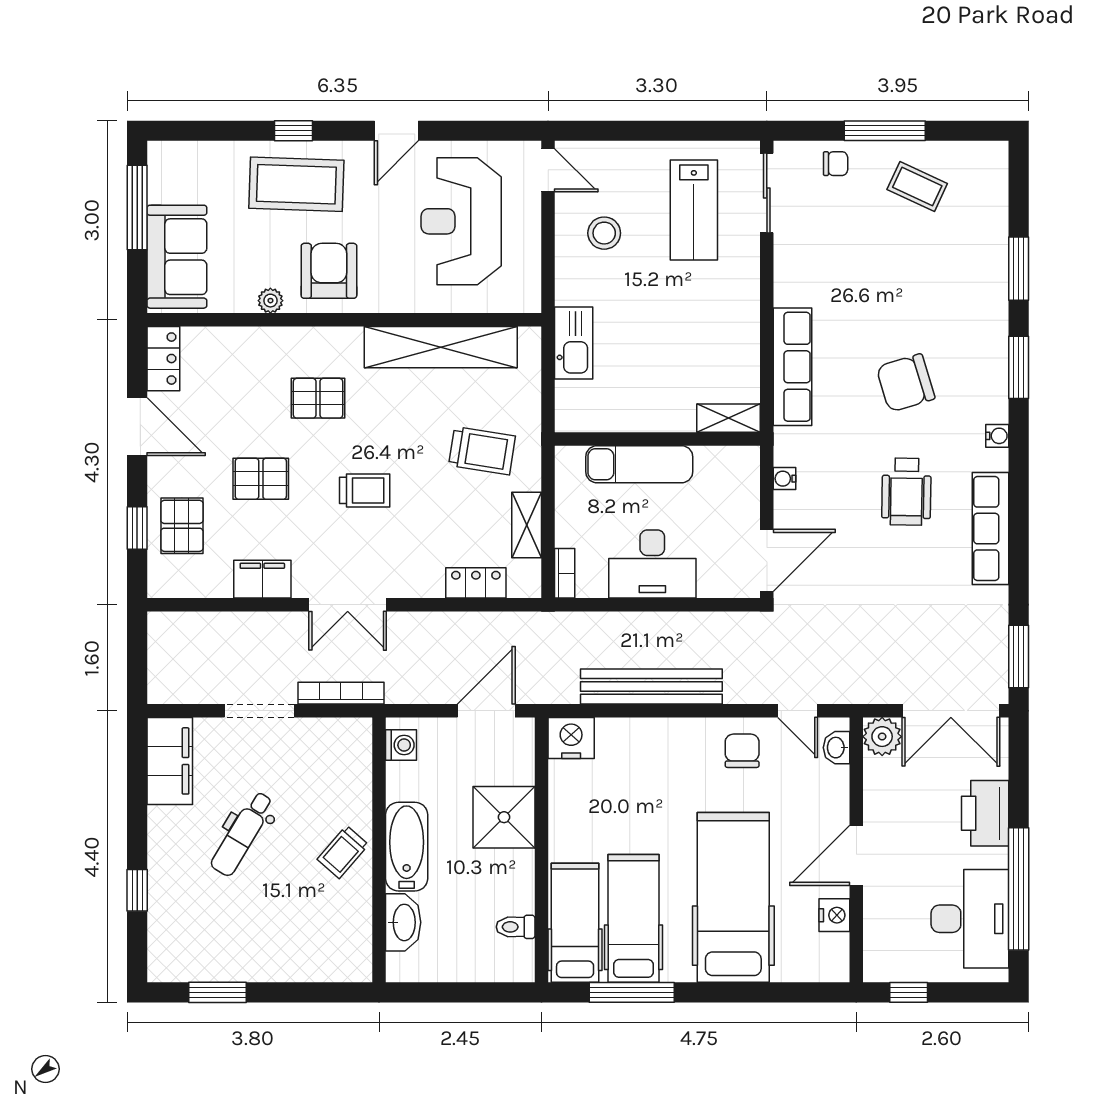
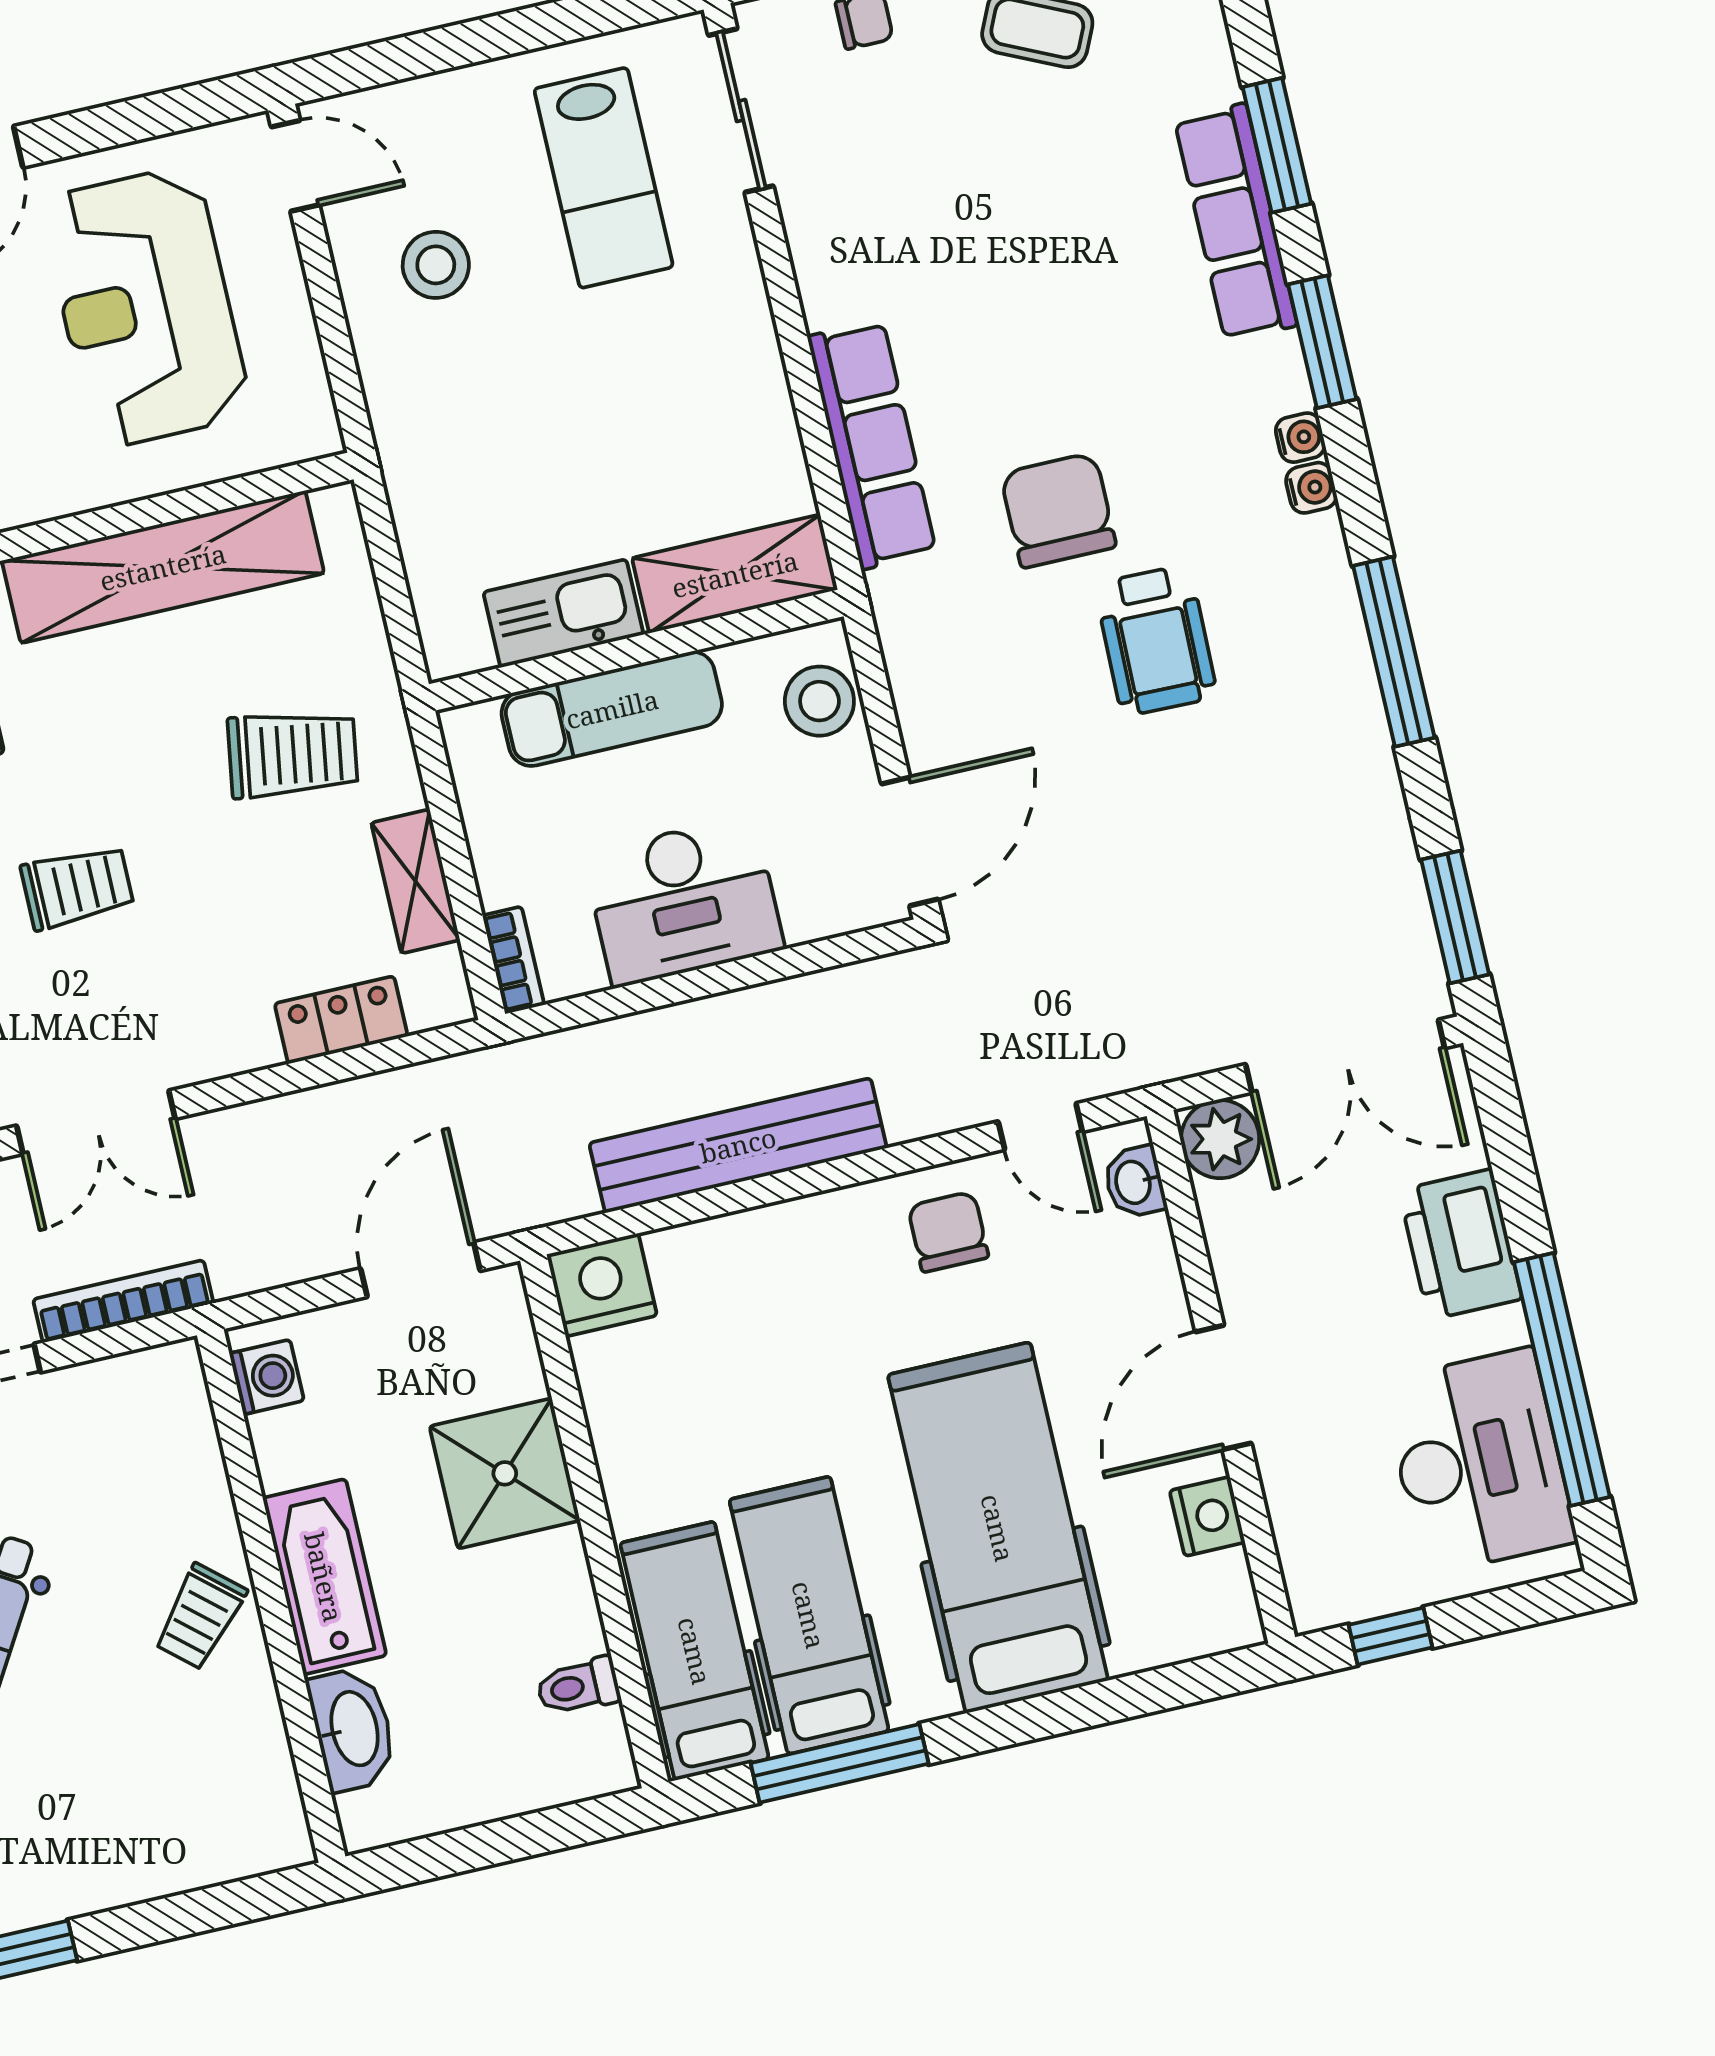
kitchen sink: (574, 343) -> (563, 613), moved, turned -90
chair: (906, 383) -> (1058, 510), moved, turned 107
shelving: (729, 418) -> (735, 574), width x1.50, depth x1.33
water cooler: (785, 479) -> (1300, 438), moved, turned 180
stool: (739, 483) -> (819, 701), added
window: (1019, 523) -> (1394, 652), added
row of seats: (991, 529) -> (1236, 222), moved

